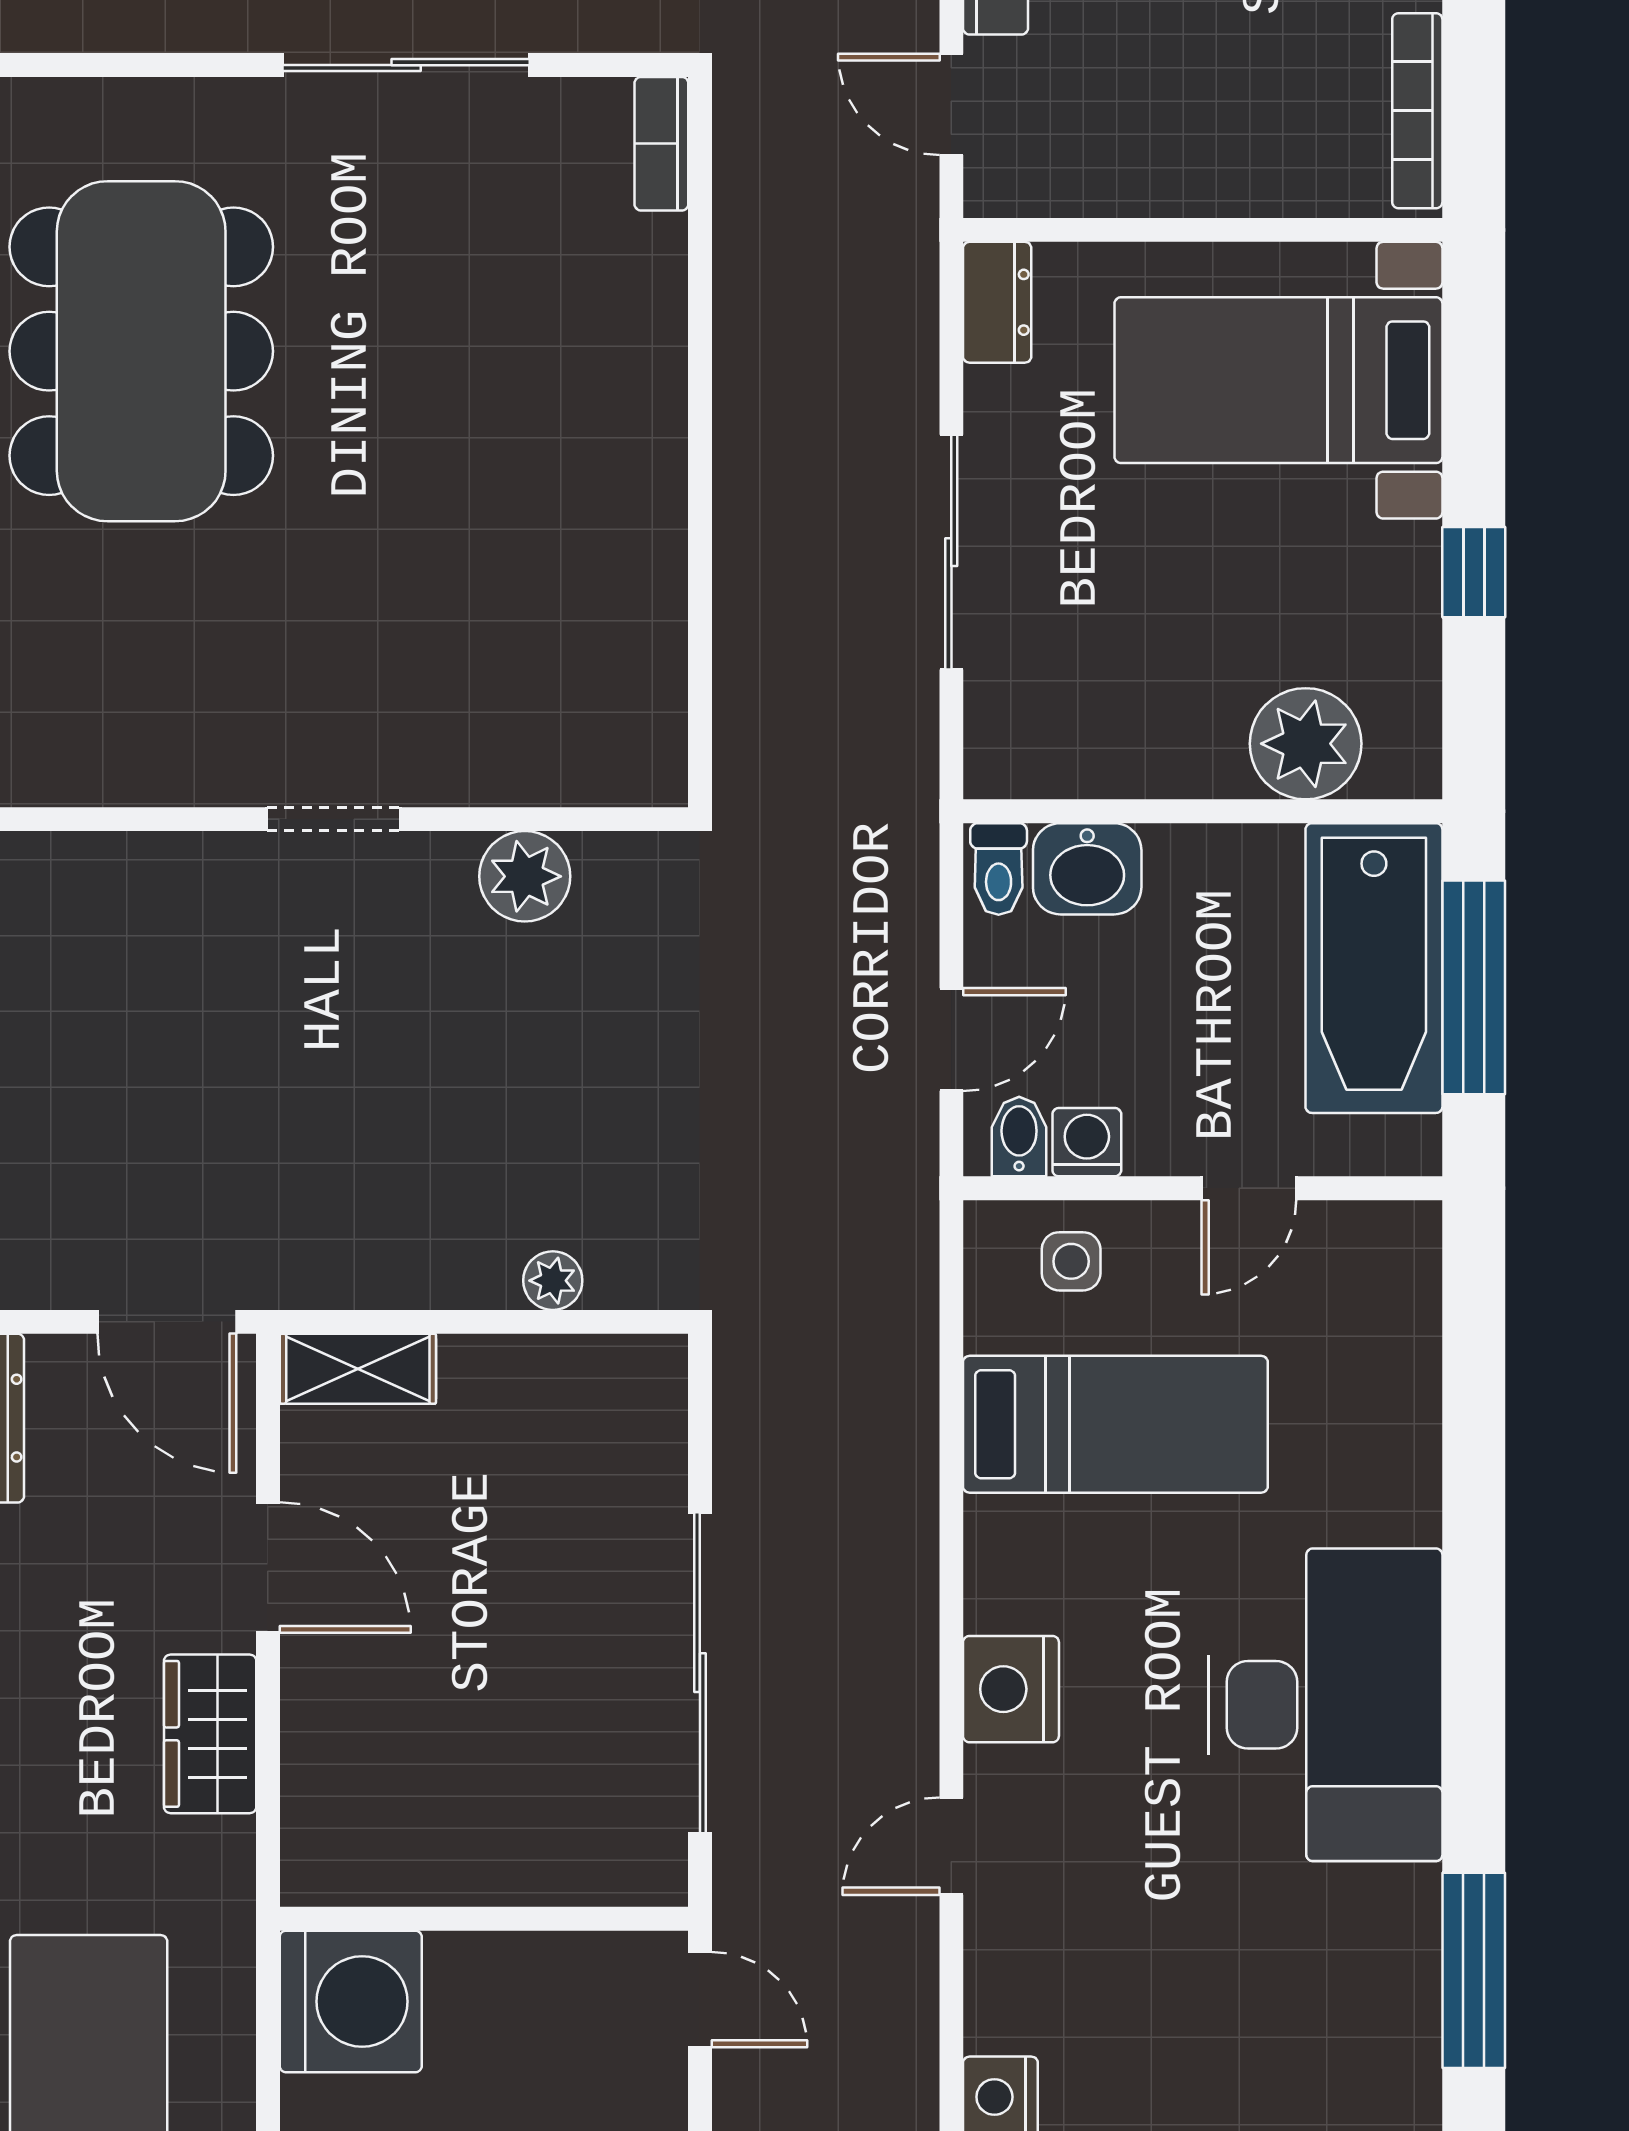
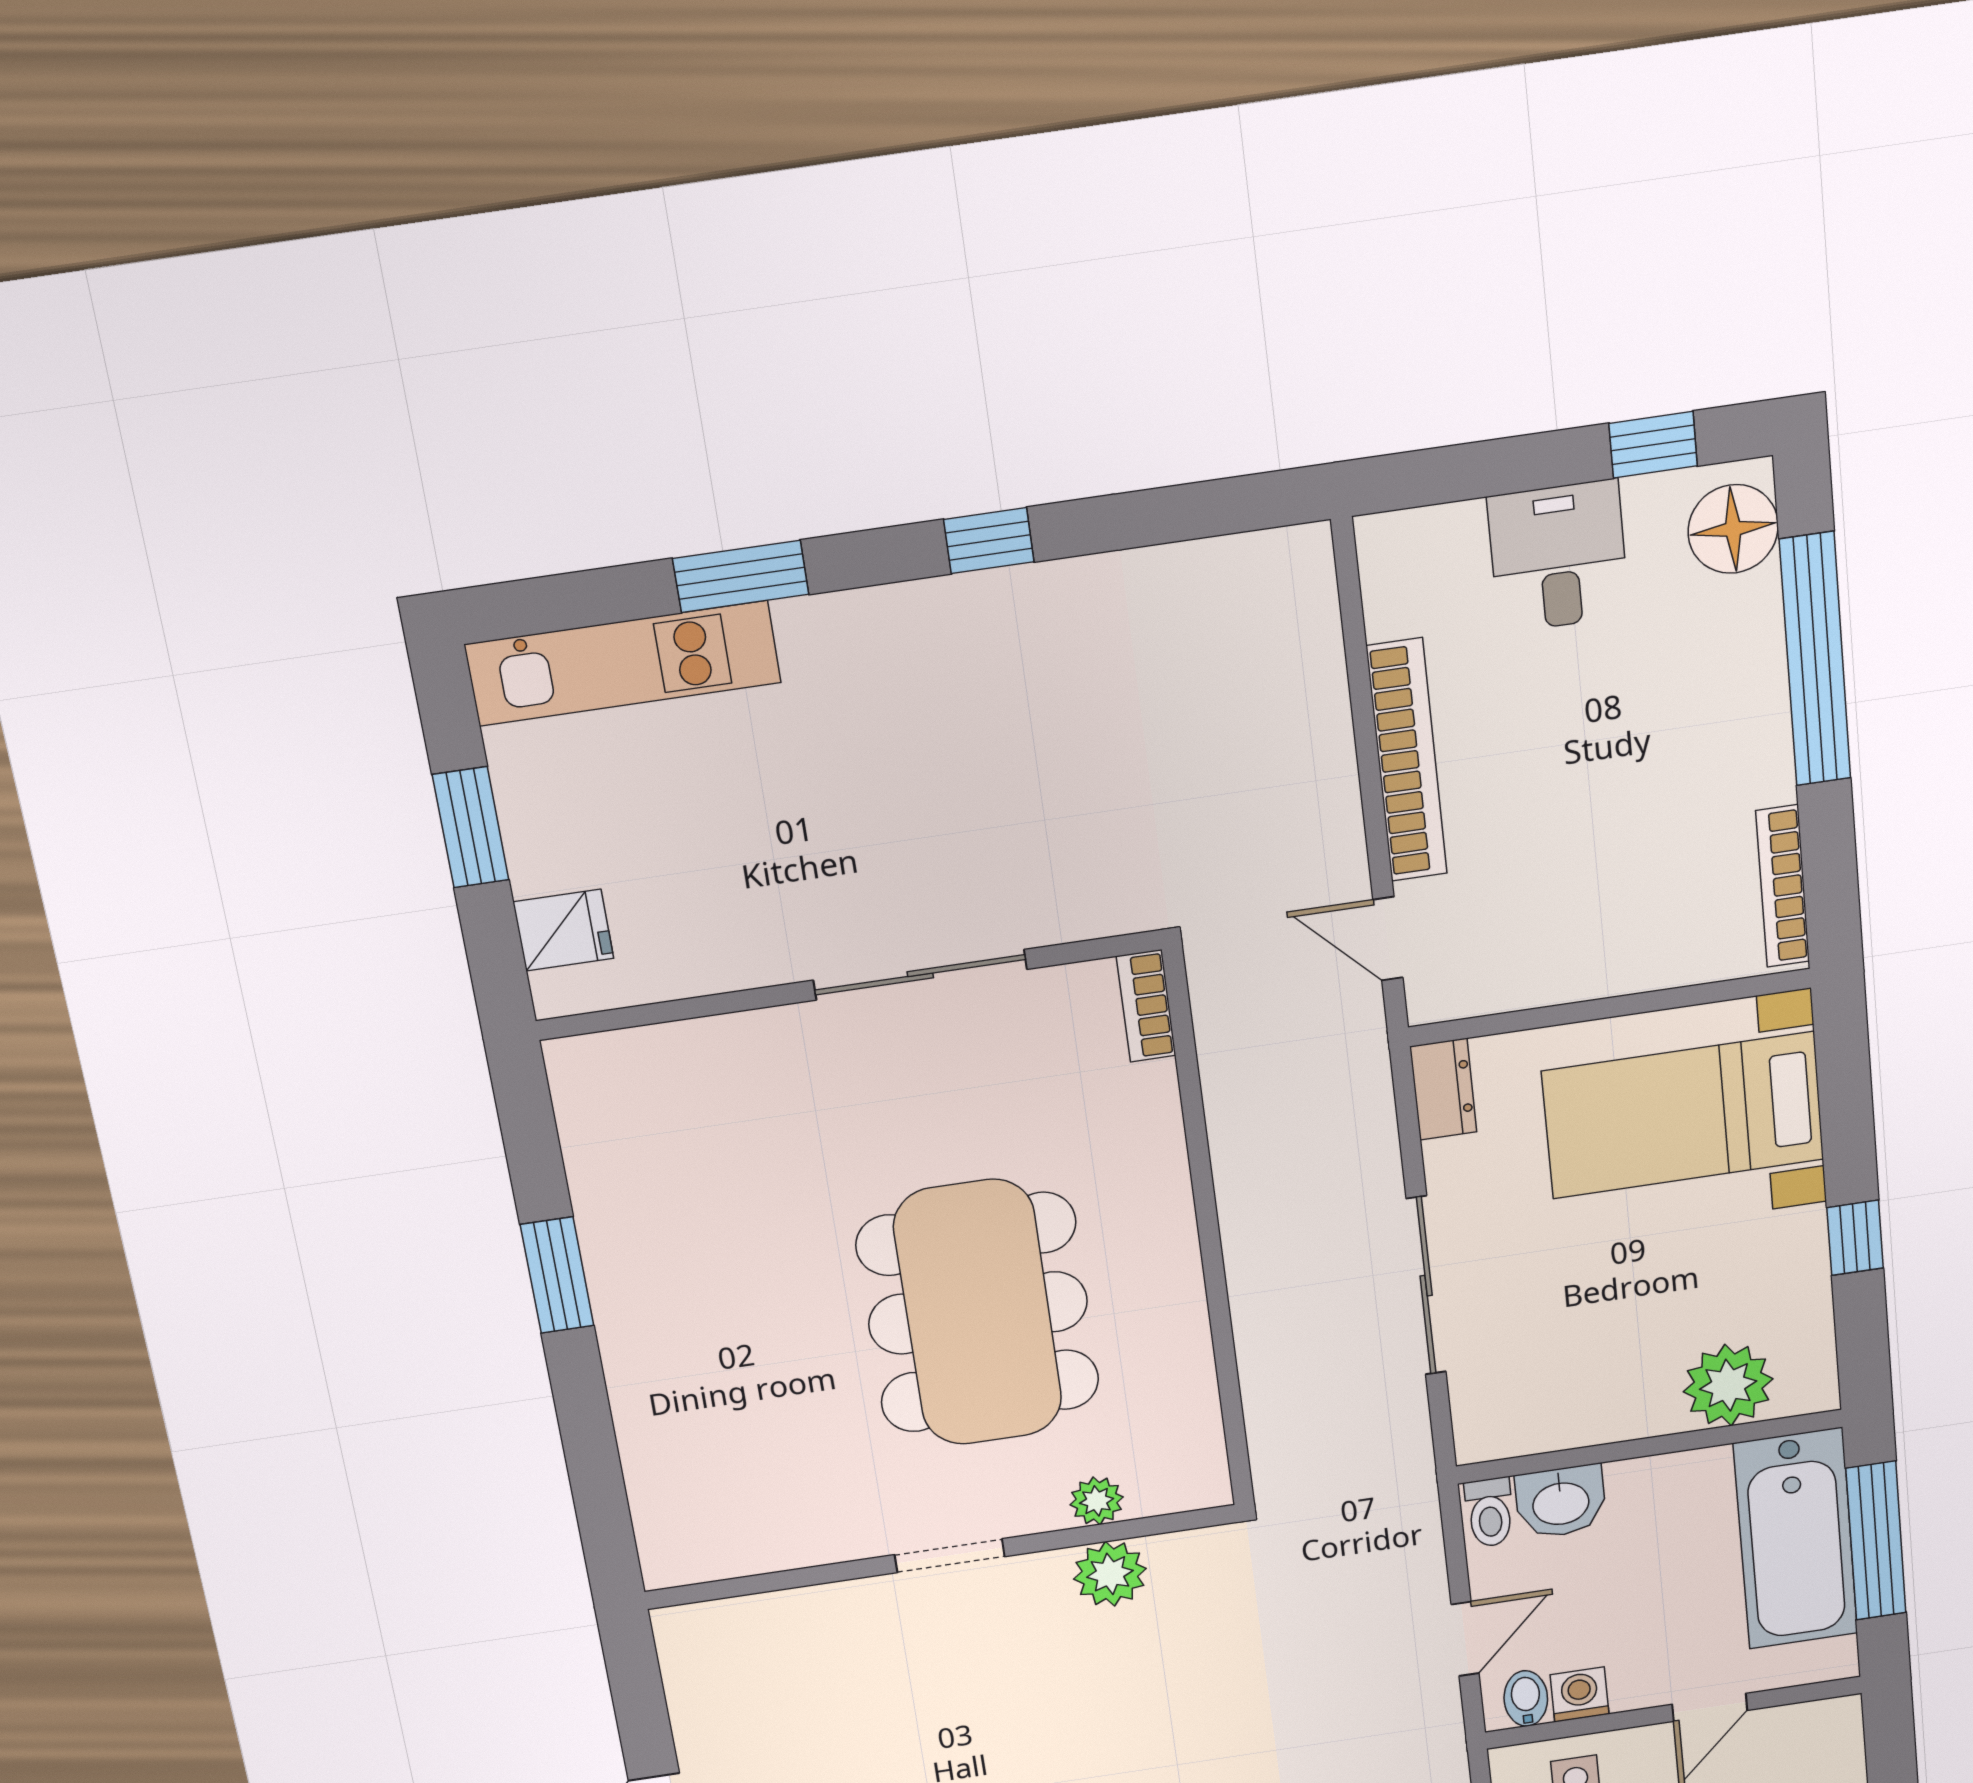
dining table: (141, 351) -> (978, 1313), moved
plant: (521, 774) -> (1097, 1501), added

